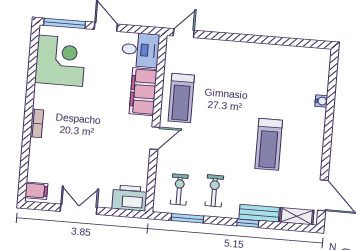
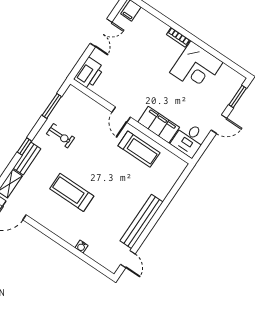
window: (65, 23) -> (238, 96), width x0.69
door: (184, 33) -> (128, 259), moved
bench: (258, 51) -> (142, 221), added
corner desk: (60, 61) -> (196, 67), moved
treadmill: (181, 98) -> (139, 149), turned 180
exercise bike: (179, 189) -> (75, 112), removed

